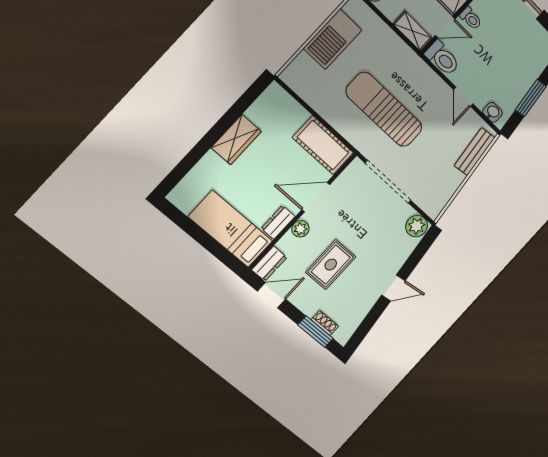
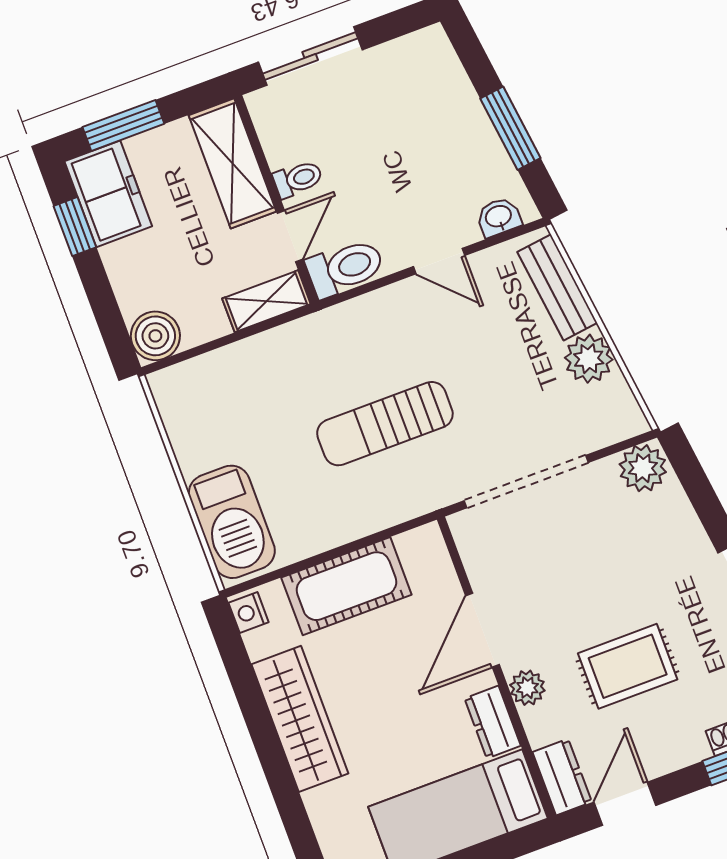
barbecue: (333, 39) -> (232, 522), moved
nightstand: (272, 93) -> (249, 612), added
sun lounger: (384, 110) -> (385, 424), width x0.73, depth x0.75
wardrobe: (236, 140) -> (300, 719), width x1.50
cot: (323, 145) -> (346, 586), moved
plant: (451, 180) -> (589, 359), added
rug: (331, 265) -> (628, 666), turned 90

